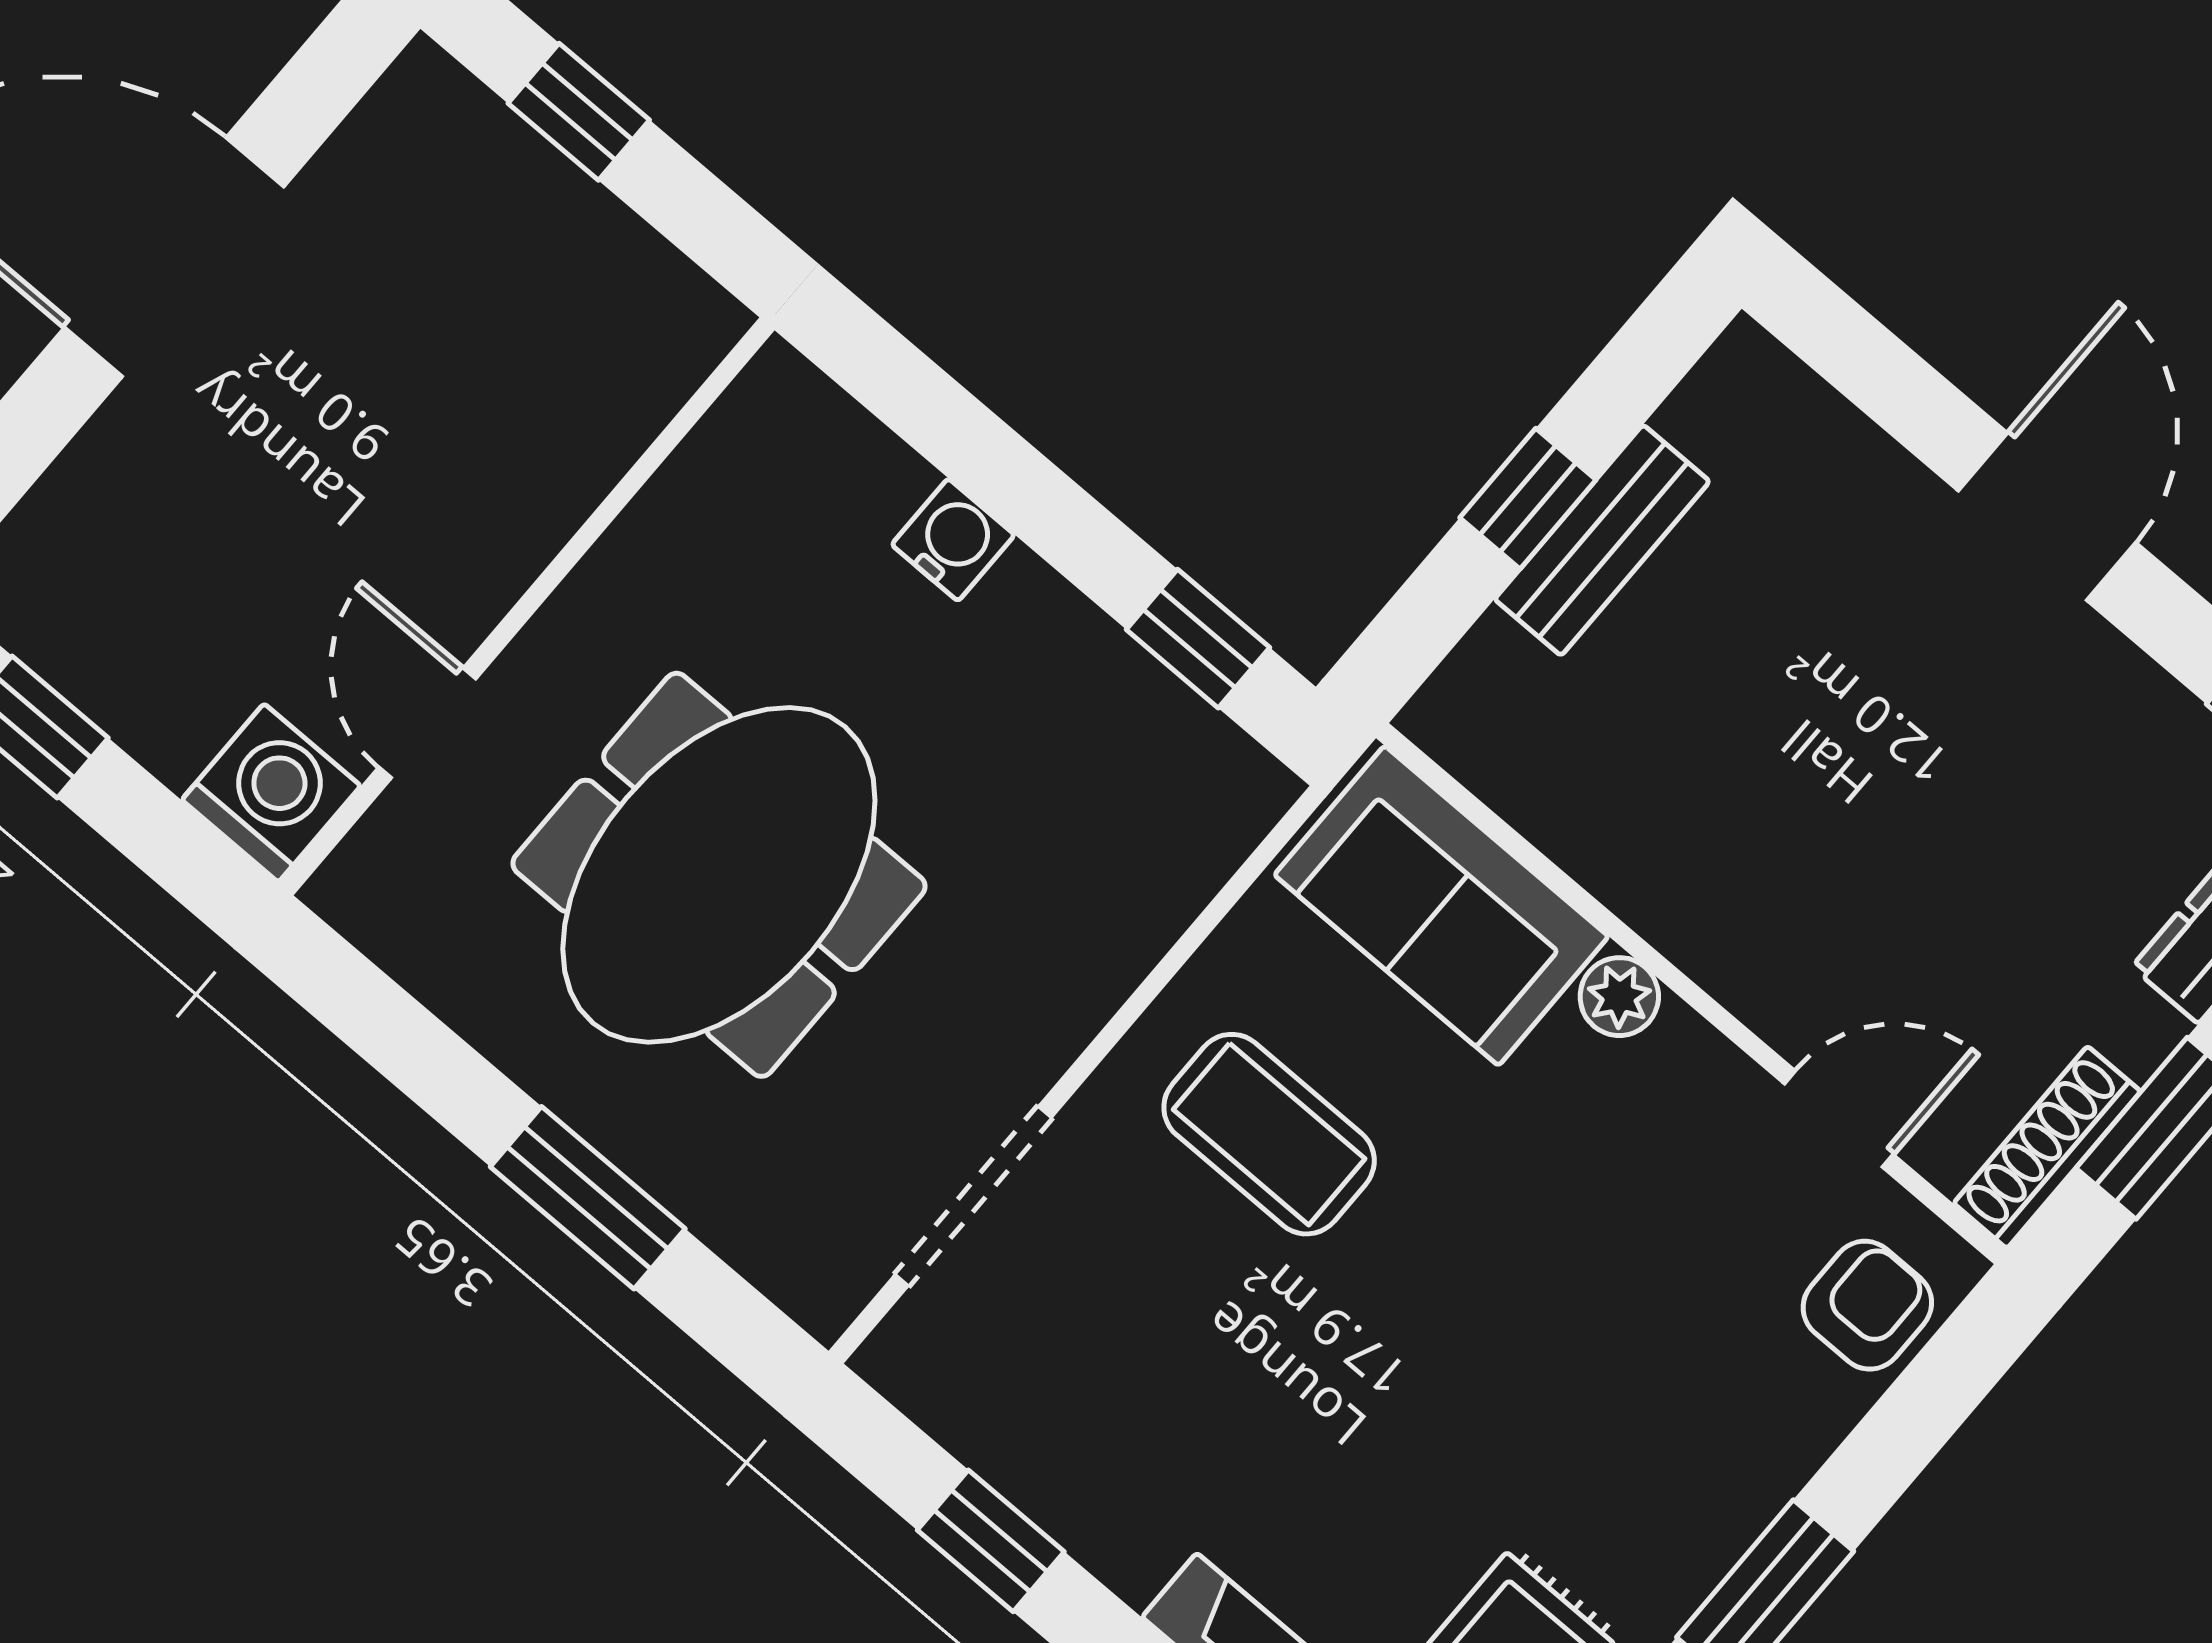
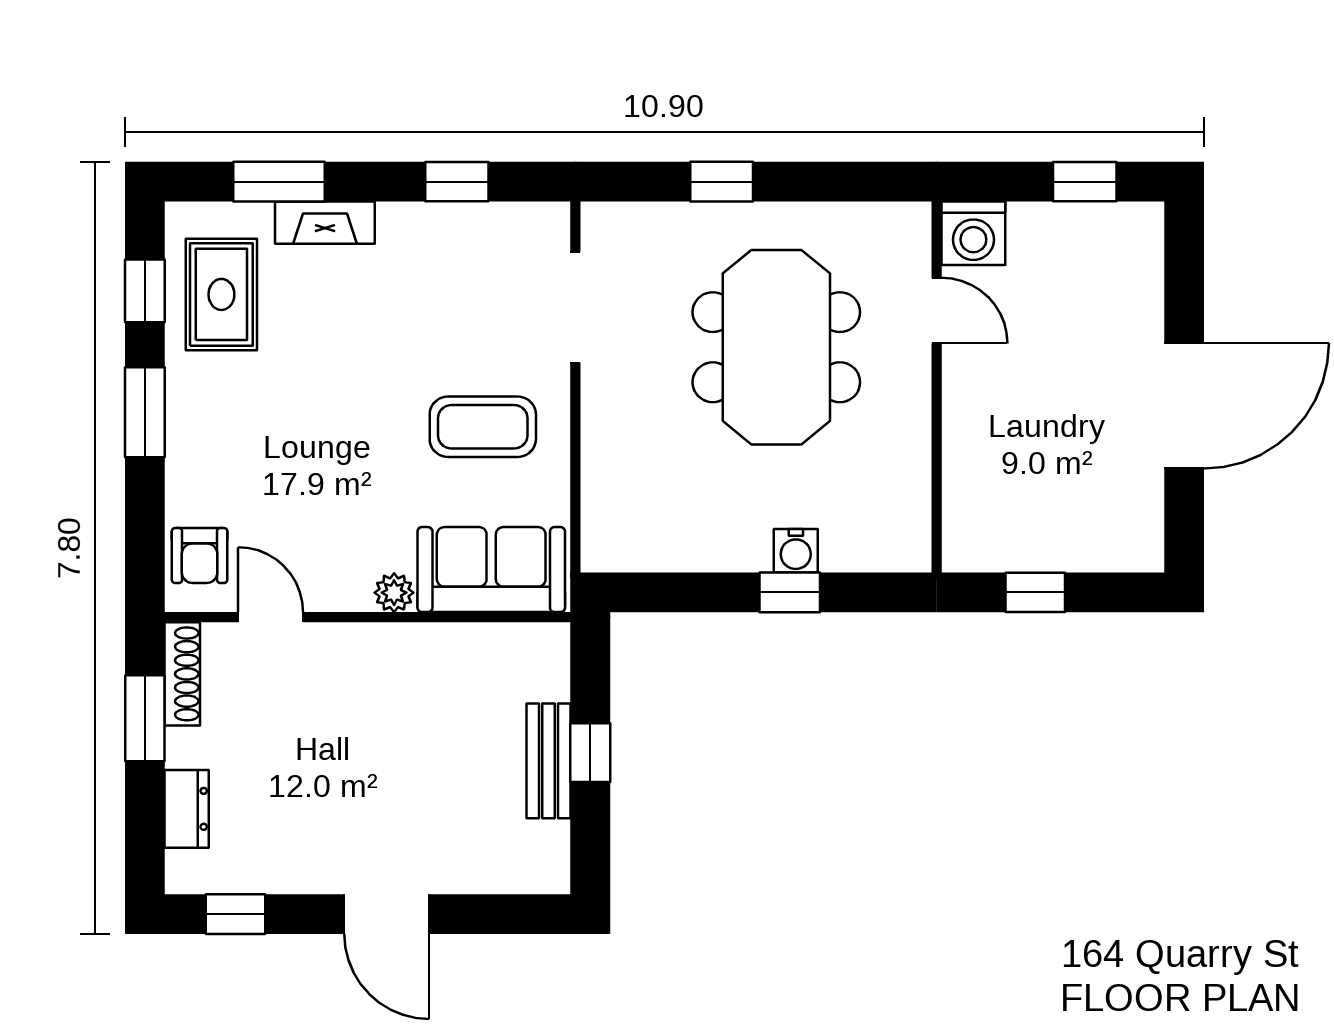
window: (579, 112) -> (1035, 592), moved
window: (1198, 639) -> (790, 592), moved
door: (1839, 1119) -> (271, 617), swing flipped
window: (588, 1198) -> (722, 182), width x0.67

